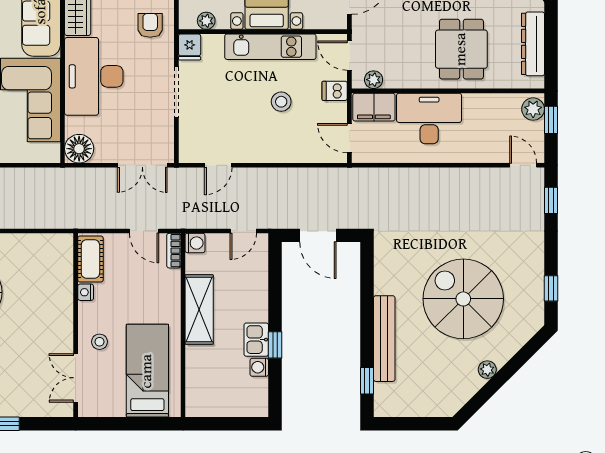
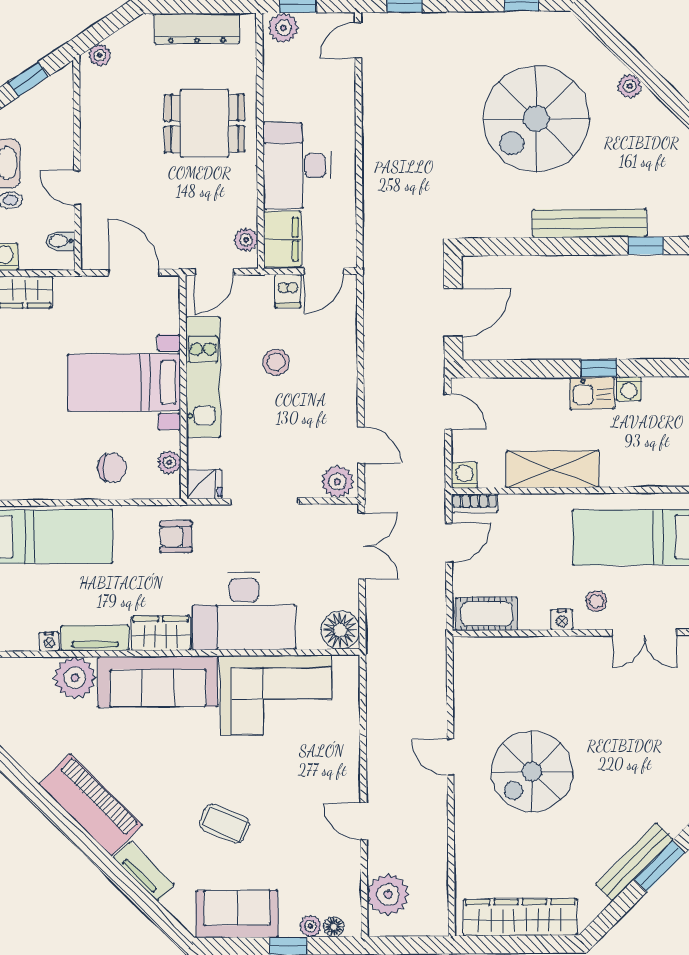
dishwasher: (335, 91) -> (288, 291), moved
plant: (191, 147) -> (337, 482), added
nightstand: (86, 292) -> (562, 620), moved

